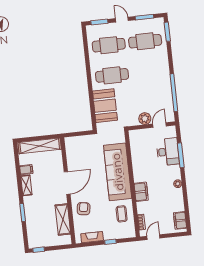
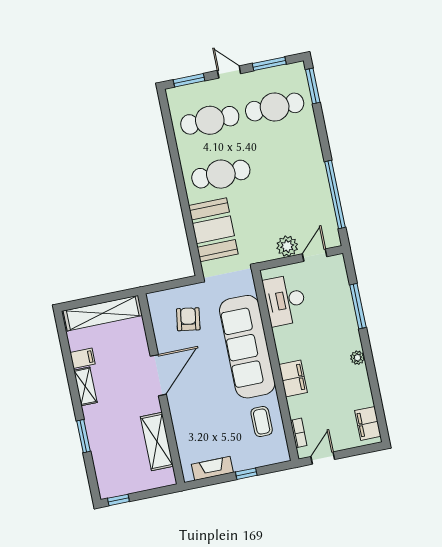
desk: (168, 152) -> (285, 300), moved, turned 180
armchair: (84, 209) -> (188, 319), moved

